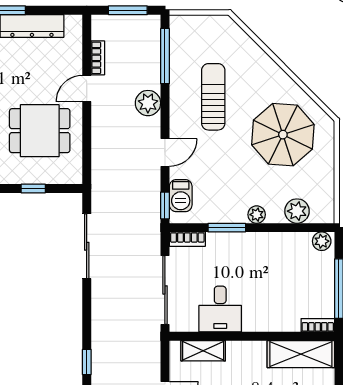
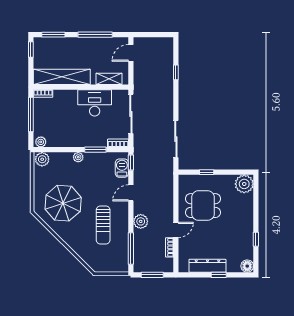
plant: (297, 211) -> (42, 159), moved
desk: (220, 309) -> (95, 103), width x1.37
shelving: (301, 354) -> (62, 77), width x1.47

